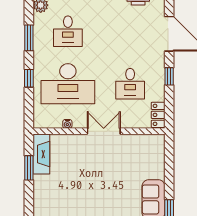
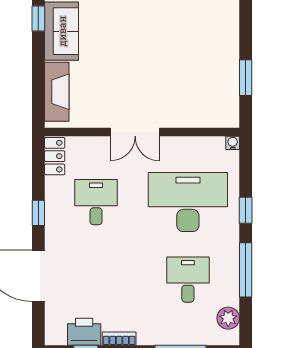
window: (29, 38) -> (246, 270), width x1.44
water cooler: (67, 124) -> (233, 143), moved
fireplace: (41, 154) -> (57, 92), moved, turned 180

